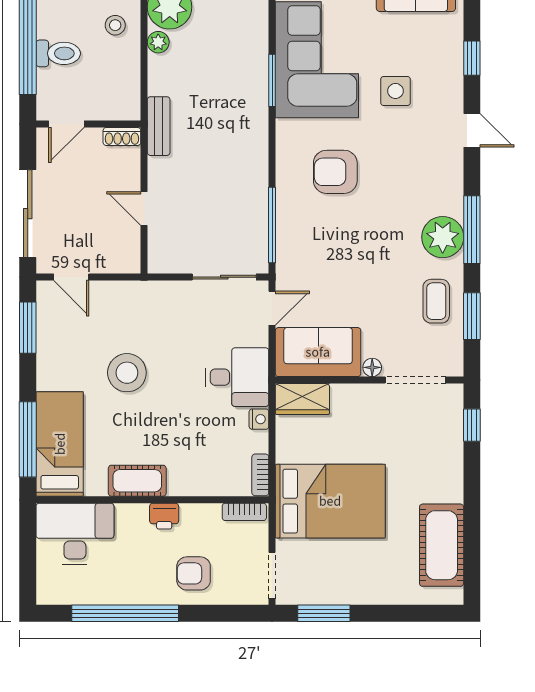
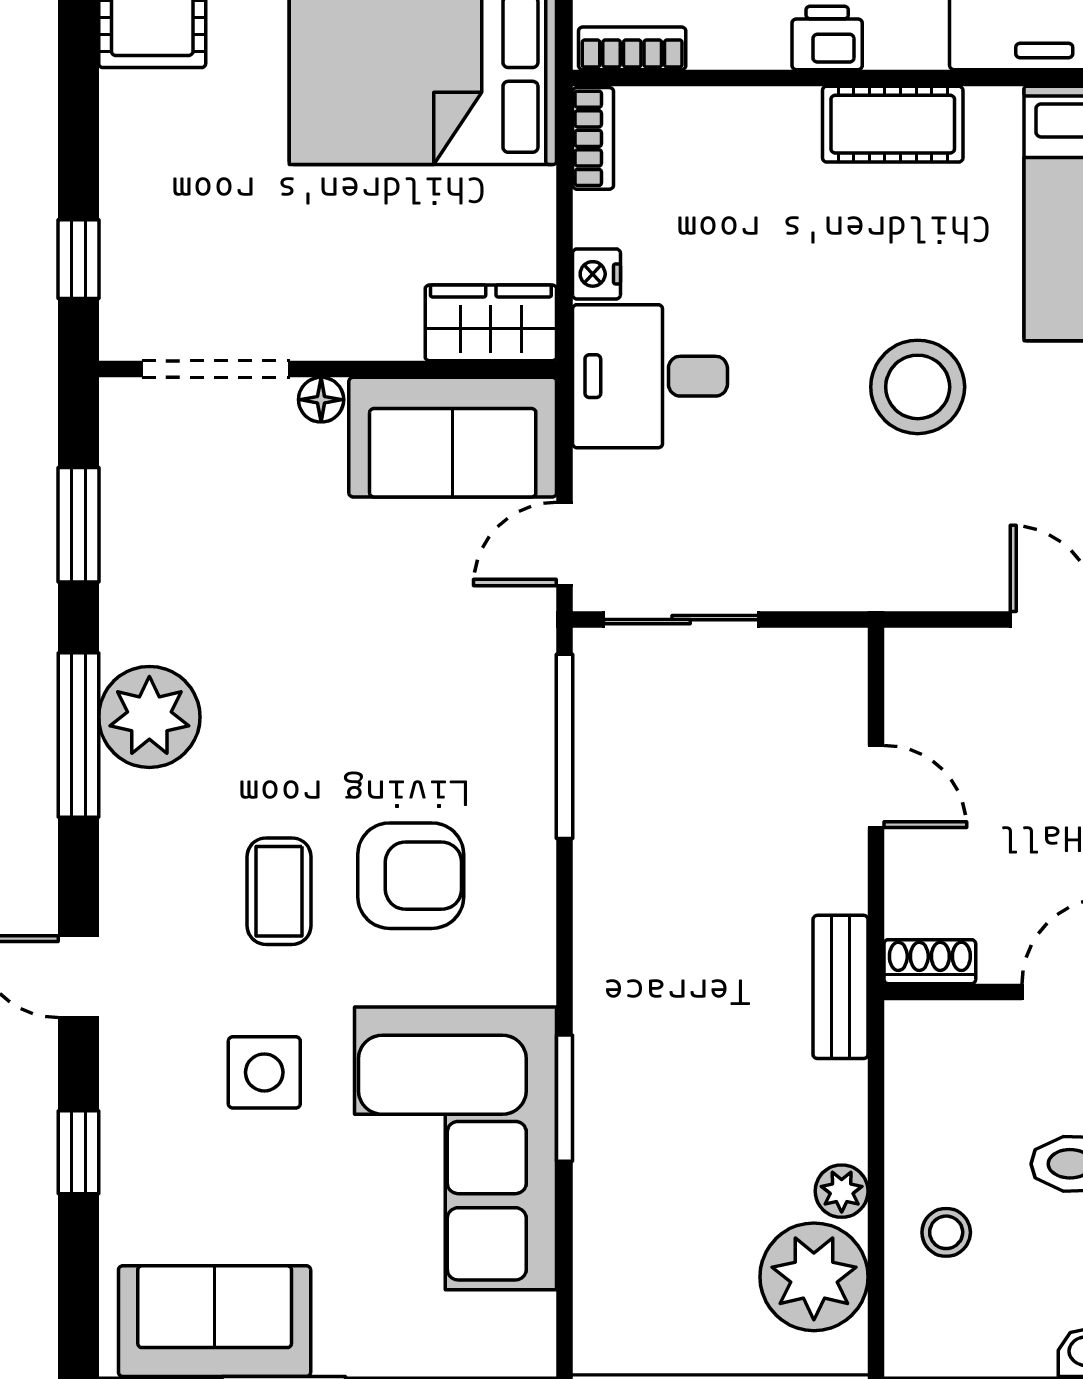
coffee table: (436, 301) -> (279, 891), moved

